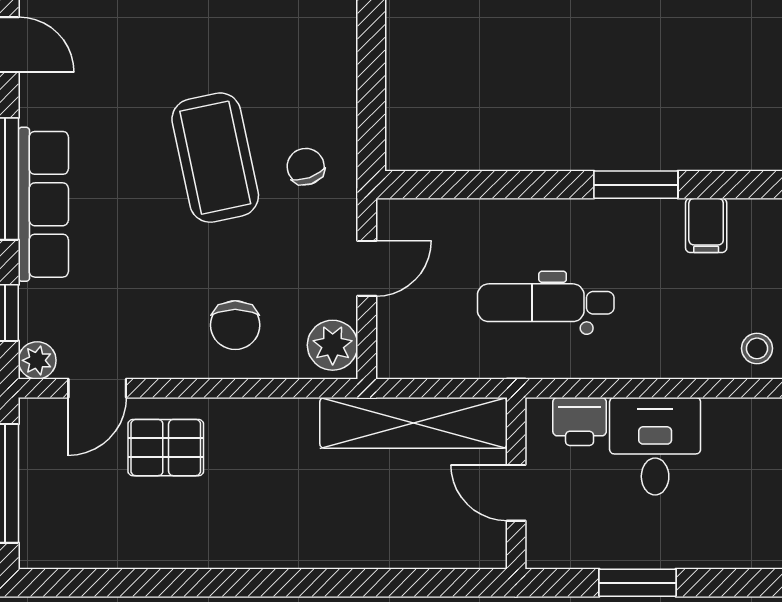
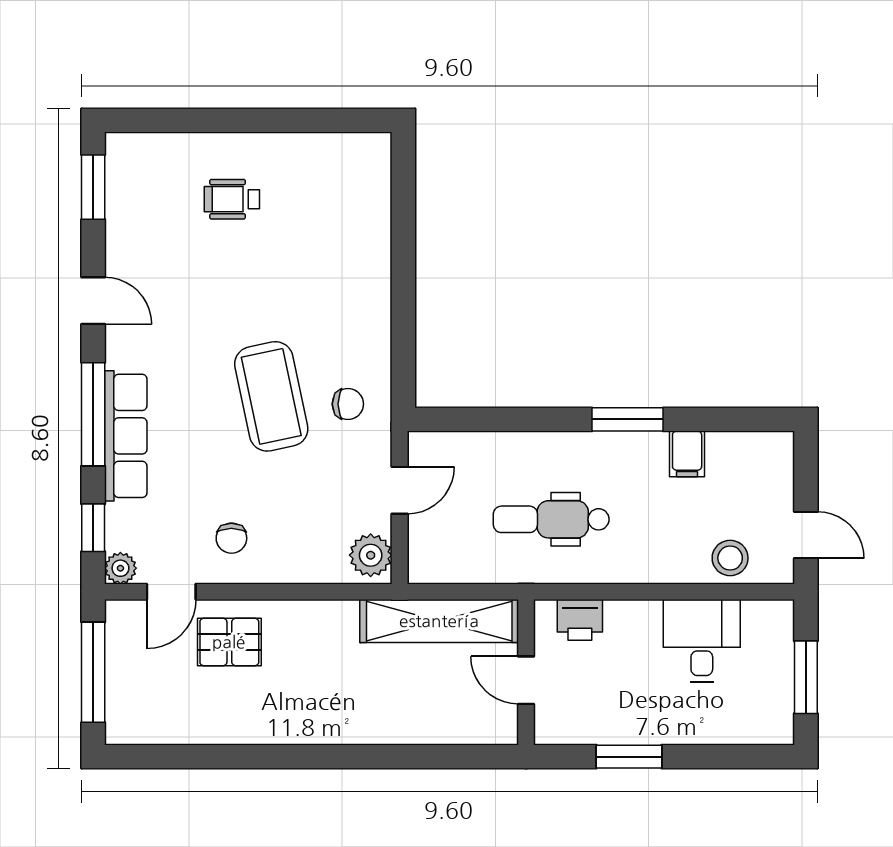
chair: (306, 167) -> (348, 404), turned 109
chair: (235, 325) -> (231, 538), moved, width x0.73, depth x0.73
stool: (757, 348) -> (730, 558), width x1.37, depth x1.37
desk: (655, 446) -> (702, 641), moved

